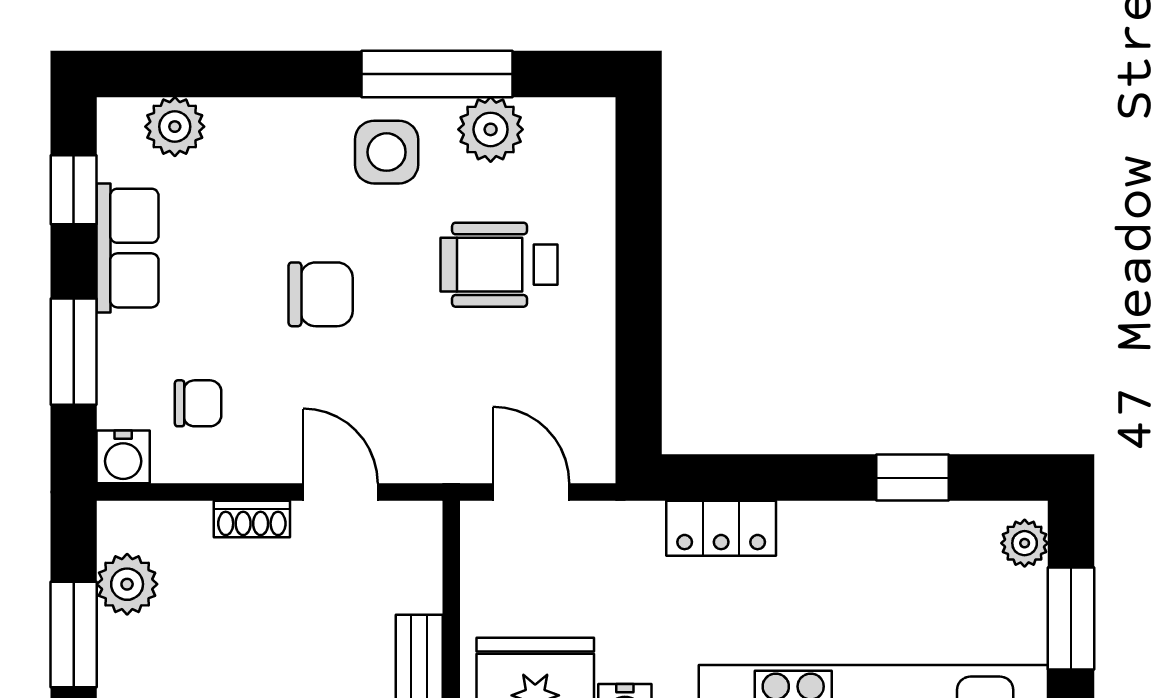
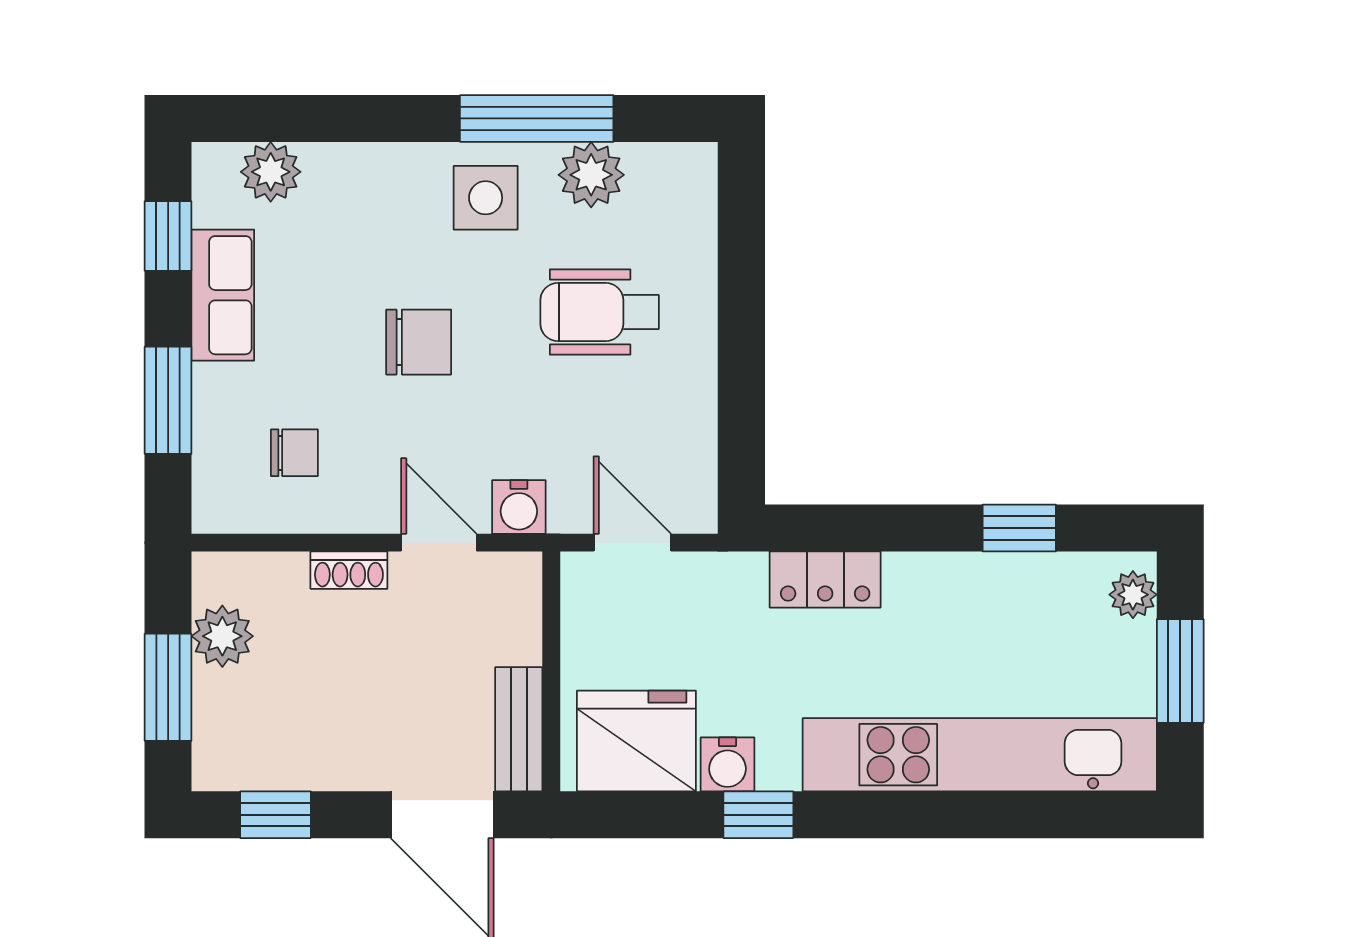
water cooler: (123, 457) -> (519, 507), moved

